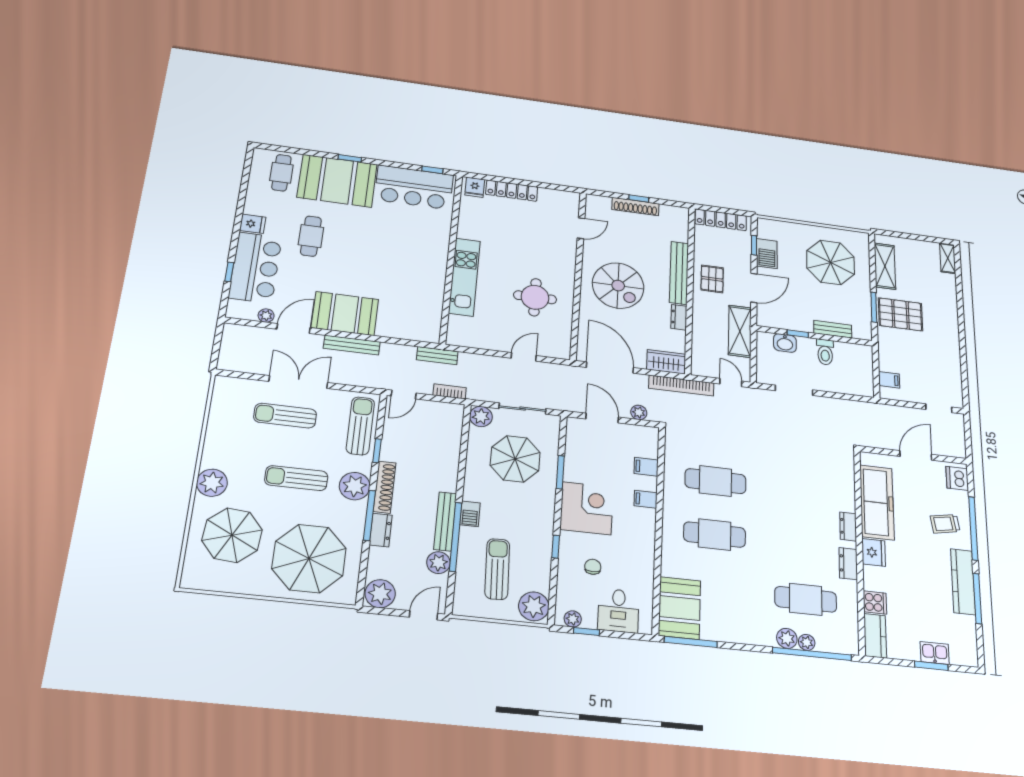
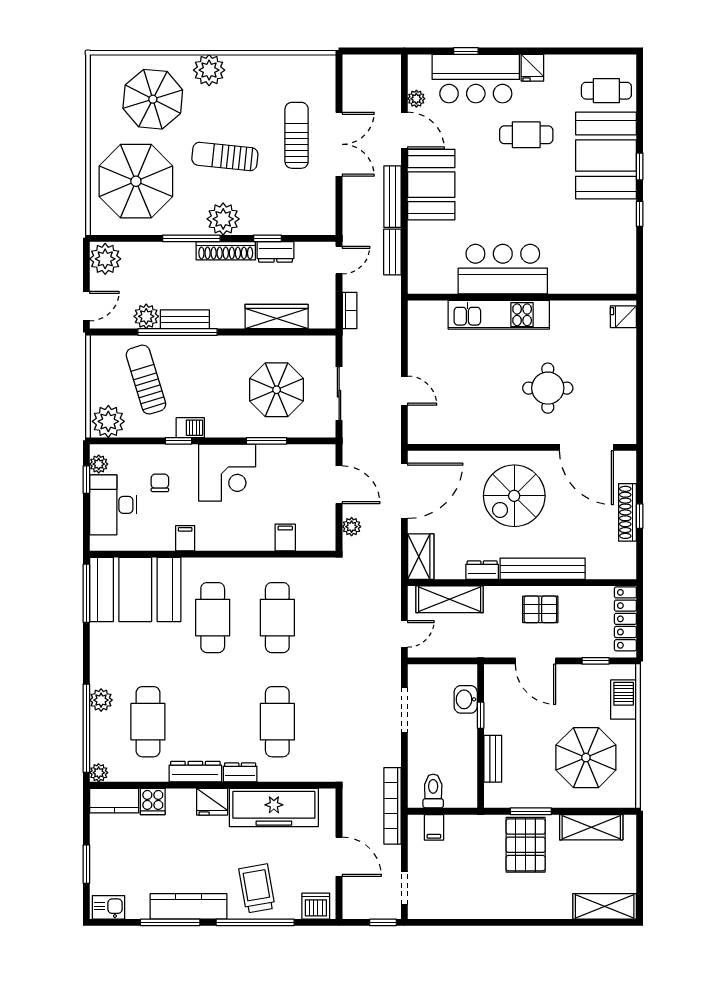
window: (432, 170) -> (640, 214), moved
bar counter: (414, 187) -> (503, 269), moved, turned 90
locker: (512, 191) -> (626, 361), removed
door: (581, 228) -> (586, 447), width x1.87
barbecue: (767, 254) -> (624, 700), moved, turned 90
shelving: (948, 258) -> (605, 906), width x1.50, depth x1.33
round table: (535, 297) -> (548, 388), moved
shelving: (740, 331) -> (450, 599), moved
toilet: (825, 352) -> (433, 791), moved, turned 90
bench: (437, 356) -> (392, 252), moved
bookcase: (681, 386) -> (392, 806), moved
door: (404, 394) -> (339, 260), swing flipped
plant: (481, 417) -> (323, 348), removed
door: (602, 418) -> (339, 485), hinge flipped
sun lounger: (360, 426) -> (295, 217), removed
window: (967, 428) -> (383, 922), added
wardrobe: (449, 451) -> (277, 317), added
sun lounger: (296, 478) -> (225, 156), turned -84
cafe table: (805, 491) -> (277, 722), added
filing cabinet: (646, 499) -> (185, 538), moved
barbecue: (470, 514) -> (190, 428), moved, turned 180
bench: (445, 521) -> (185, 319), width x0.73
trolley: (945, 524) -> (257, 888), width x1.36, depth x1.39
dresser: (381, 530) -> (276, 252), moved
dresser: (848, 564) -> (195, 772), width x1.44
chair: (593, 567) -> (160, 483), turned -90
sun lounger: (497, 569) -> (146, 380), turned -105
booth: (679, 608) -> (135, 589), width x1.36, depth x1.42
desk: (618, 611) -> (113, 505), width x1.37
door: (424, 615) -> (86, 306), hinge flipped
plant: (807, 642) -> (99, 773), moved
kitchen sink: (935, 653) -> (108, 907), moved, turned -90

